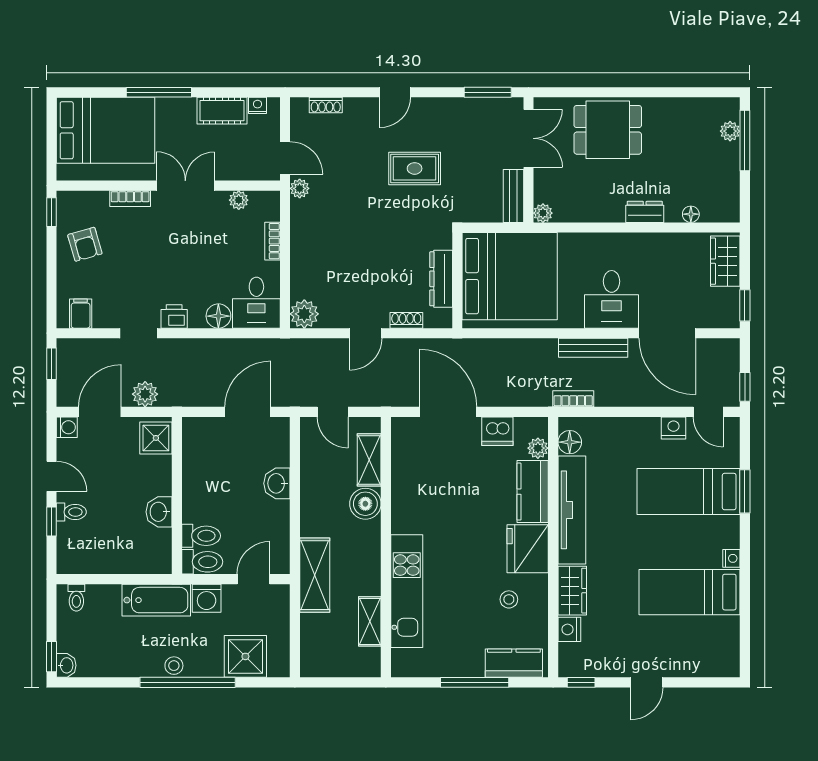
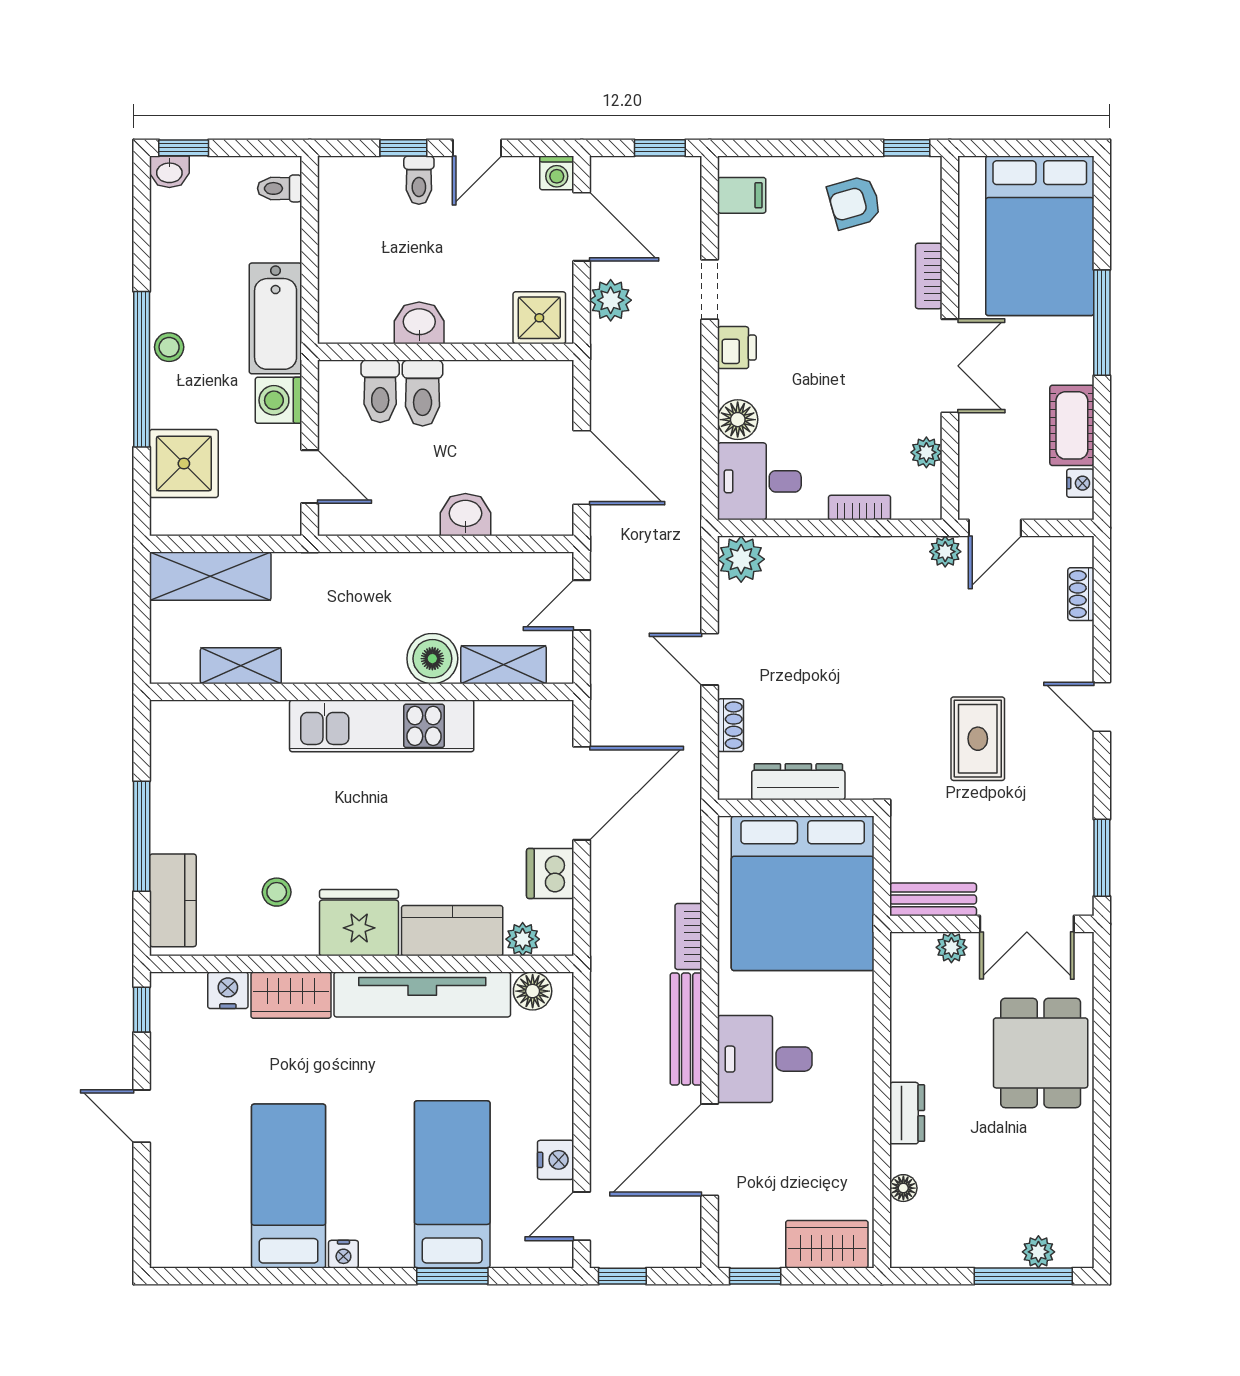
plant: (543, 213) -> (951, 947), moved
bookcase: (573, 399) -> (688, 936), moved, turned 180
toilet: (202, 562) -> (423, 393), moved
shelving: (315, 575) -> (210, 576), moved
kitchen unit: (407, 591) -> (382, 726), moved

